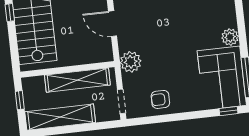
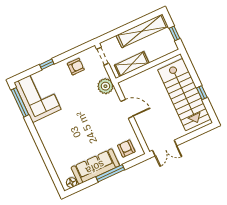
plant: (230, 37) -> (41, 127), removed
shelving: (77, 80) -> (132, 64), width x0.68
window: (228, 111) -> (47, 64), moved

